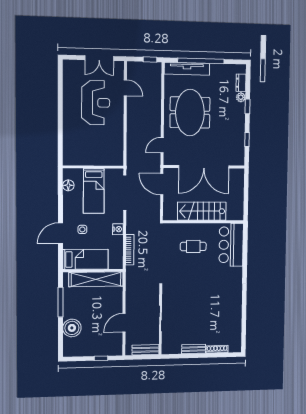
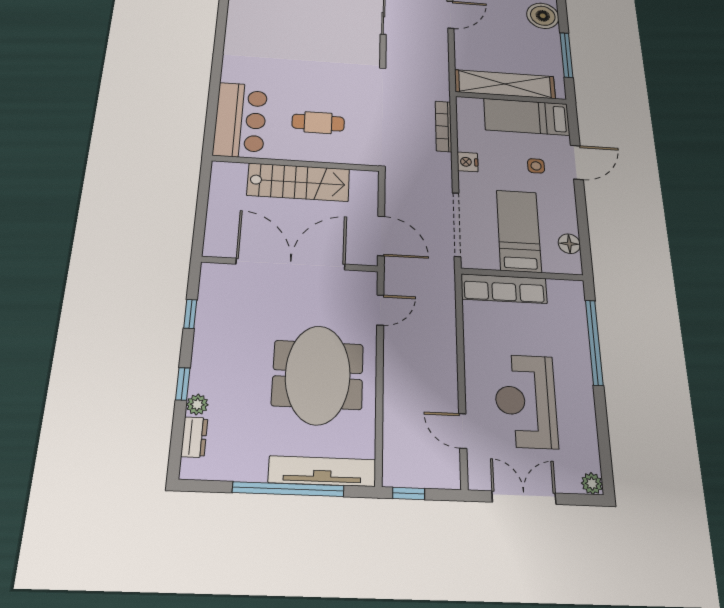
plant: (68, 65) -> (592, 484), added
window: (60, 133) -> (594, 342), added
row of seats: (103, 159) -> (504, 289), added

